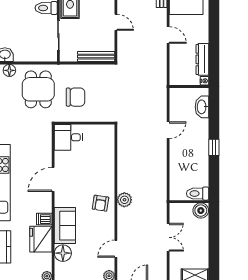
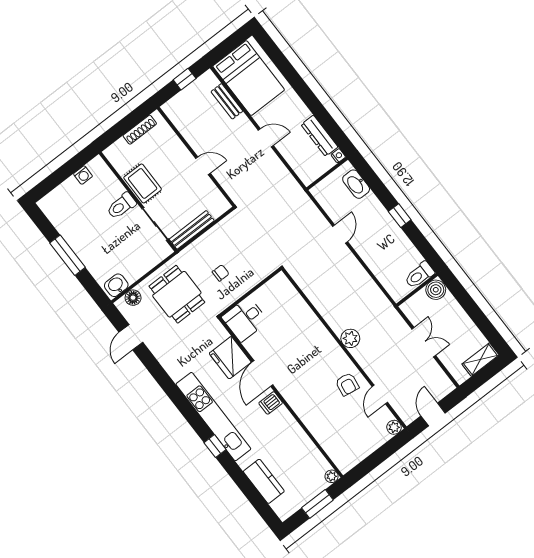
bench: (96, 57) -> (192, 230), moved
chair: (76, 97) -> (221, 273), width x0.54, depth x0.54
armchair: (101, 203) -> (347, 384), moved
dishwasher: (44, 219) -> (271, 403), moved
sofa: (65, 226) -> (310, 411), removed
fridge: (41, 239) -> (230, 358), moved
floor lamp: (63, 253) -> (330, 440), removed

